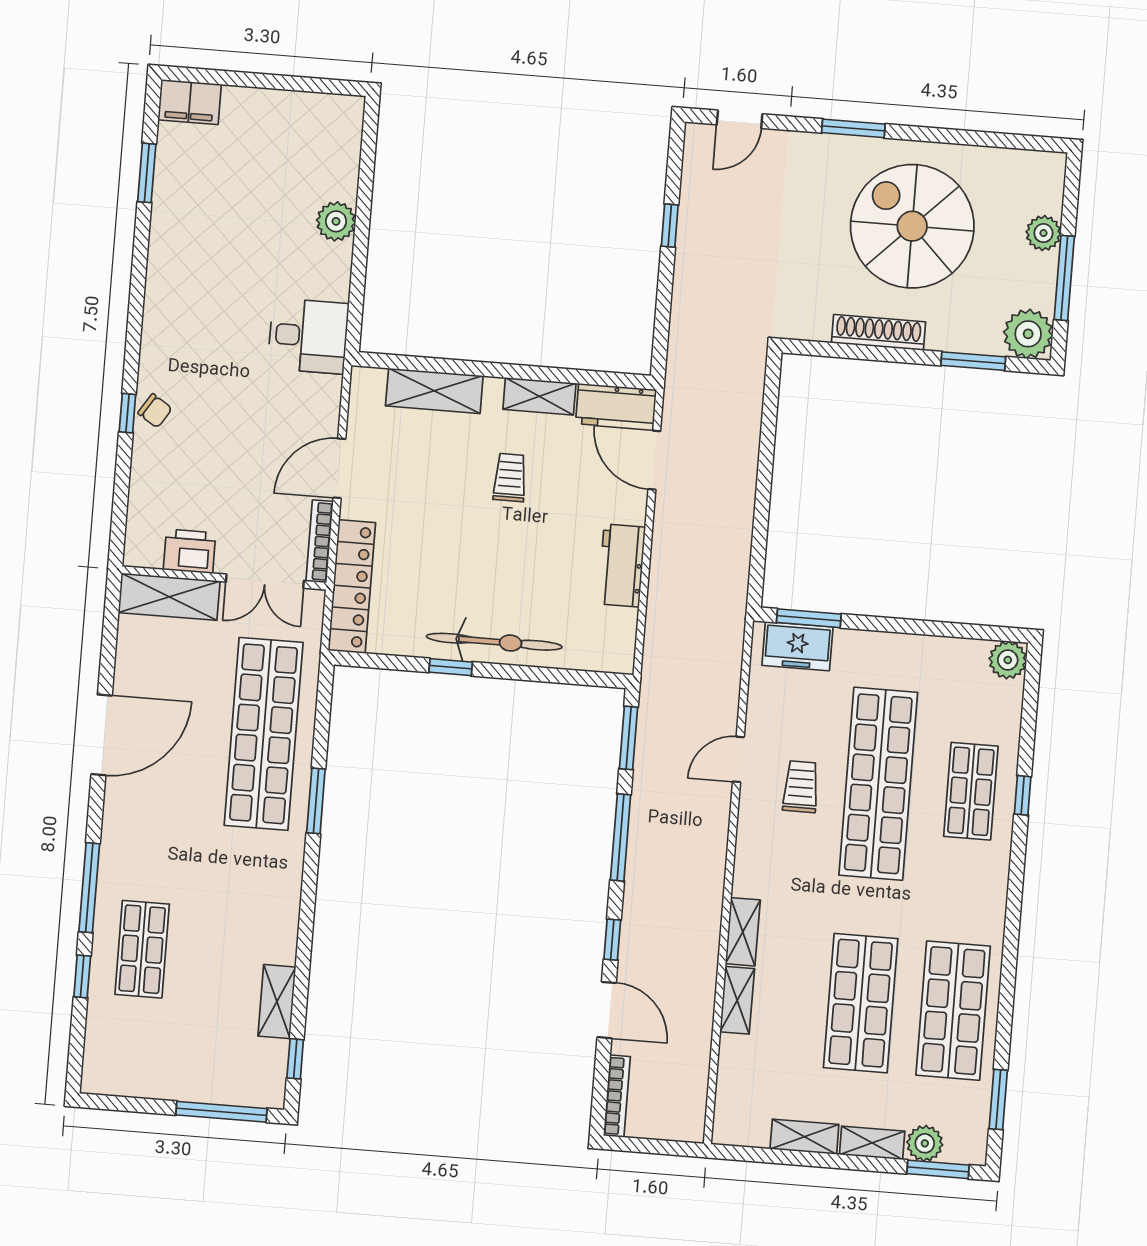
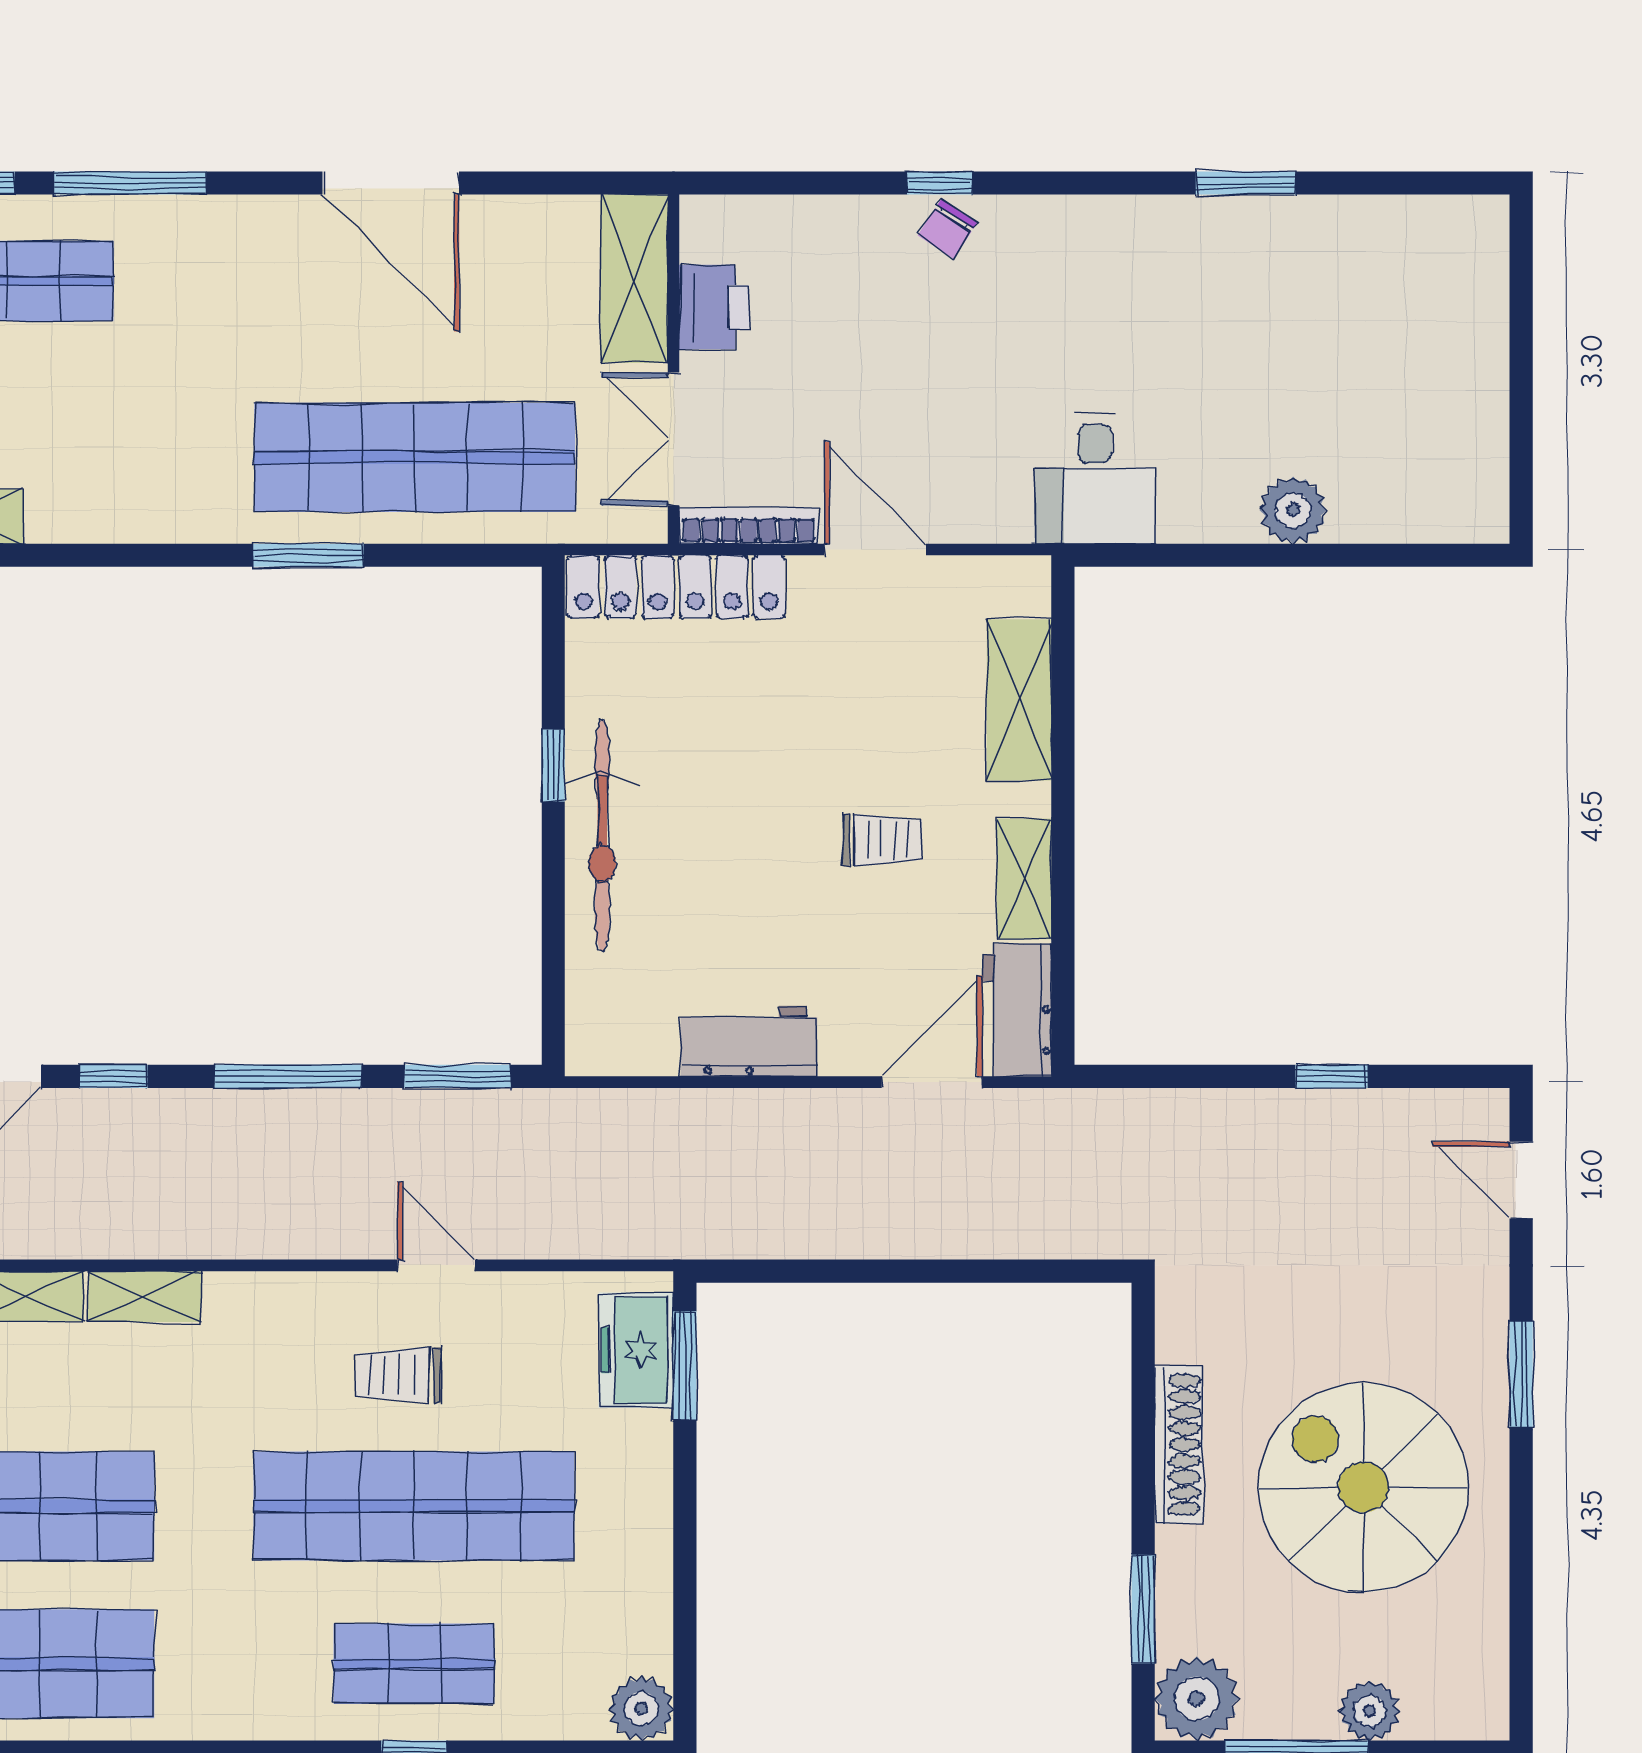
filing cabinet: (190, 102) -> (1475, 246), removed
window: (147, 173) -> (1246, 183), moved
spiral stairs: (912, 226) -> (1363, 1487), turned -90
trolley: (801, 787) -> (398, 1375), turned 180

